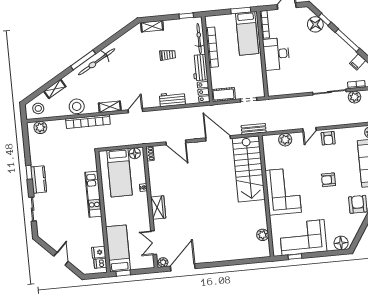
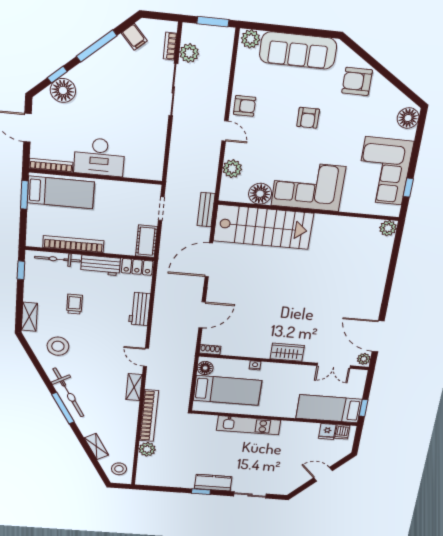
stool: (77, 106) -> (58, 346), moved
plant: (40, 127) -> (147, 449), moved
floor lamp: (272, 161) -> (260, 194), added
plant: (263, 235) -> (388, 228), moved

